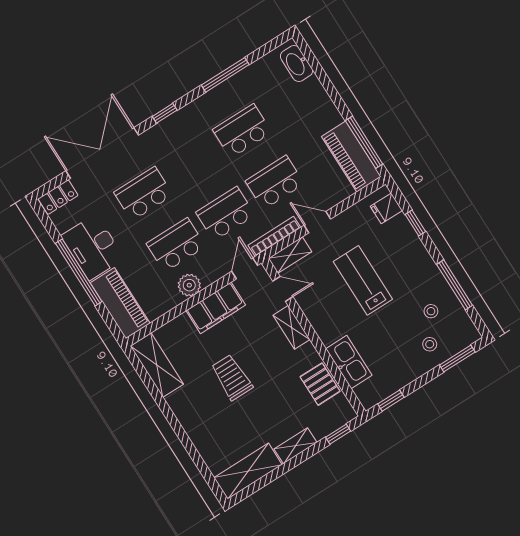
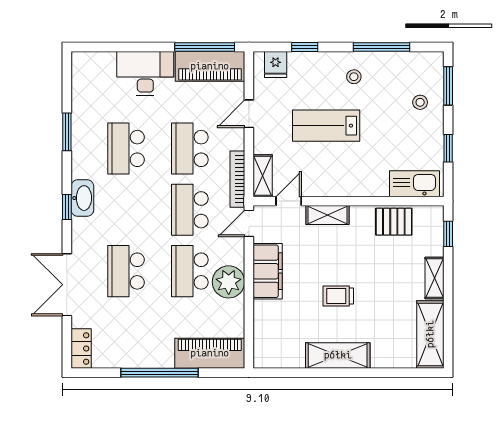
washbasin: (297, 63) -> (82, 198), moved, turned -90
window: (225, 75) -> (67, 132), width x0.69
double door: (102, 153) -> (67, 285), width x0.73
door: (317, 222) -> (249, 114), moved
desk: (93, 247) -> (145, 74), moved, turned 180
door: (245, 268) -> (249, 223), hinge flipped
plant: (189, 285) -> (229, 282), width x1.36, depth x1.36
stool: (431, 311) -> (354, 77), moved
kitchen sink: (349, 362) -> (415, 184), moved
shelving: (157, 365) -> (338, 355), moved
trolley: (232, 377) -> (338, 296), width x0.73, depth x0.72
window: (391, 401) -> (448, 148), moved

